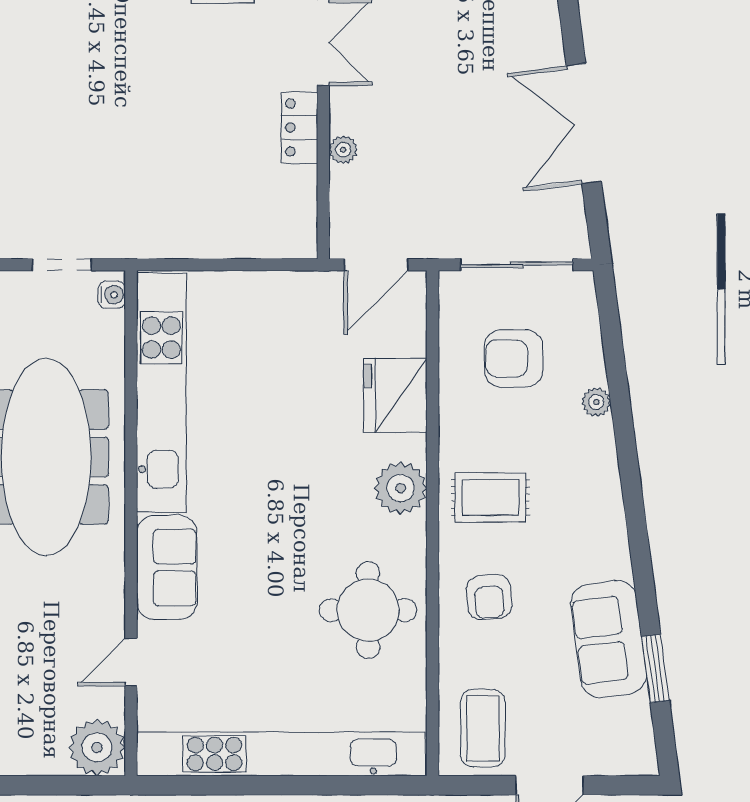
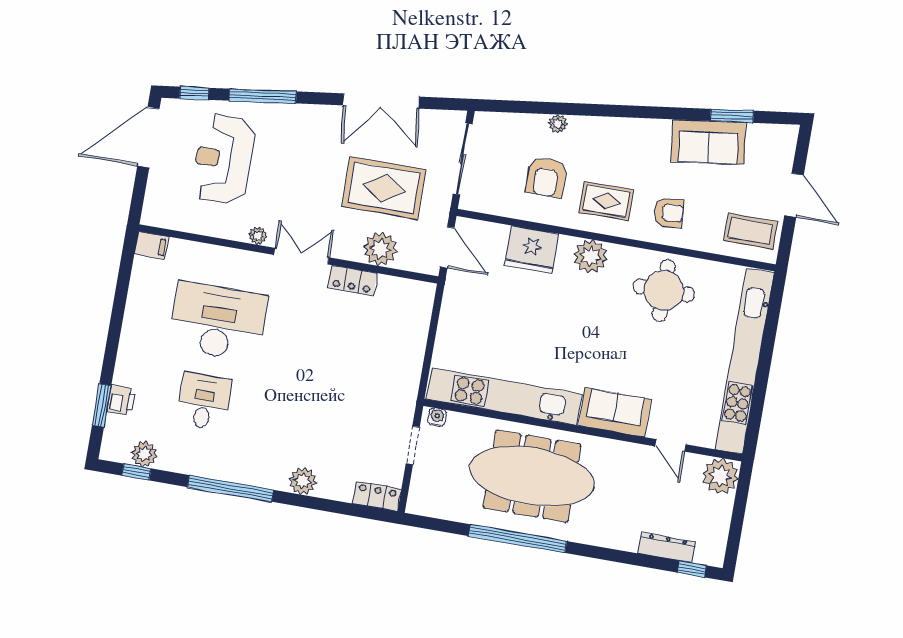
plant: (343, 150) -> (380, 249), width x1.88, depth x1.88
rug: (451, 151) -> (384, 188), added
armchair: (513, 358) -> (546, 177), moved
rug: (490, 498) -> (606, 201), turned 90

